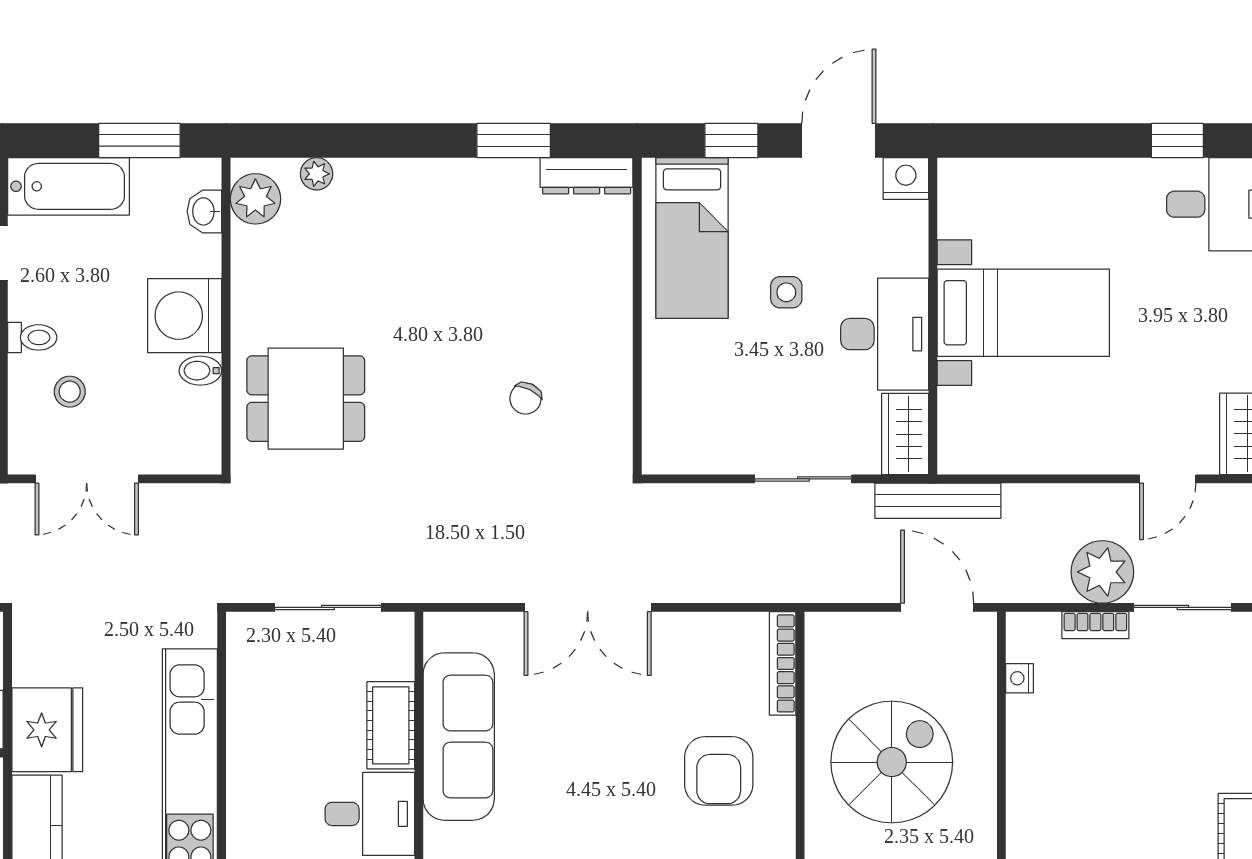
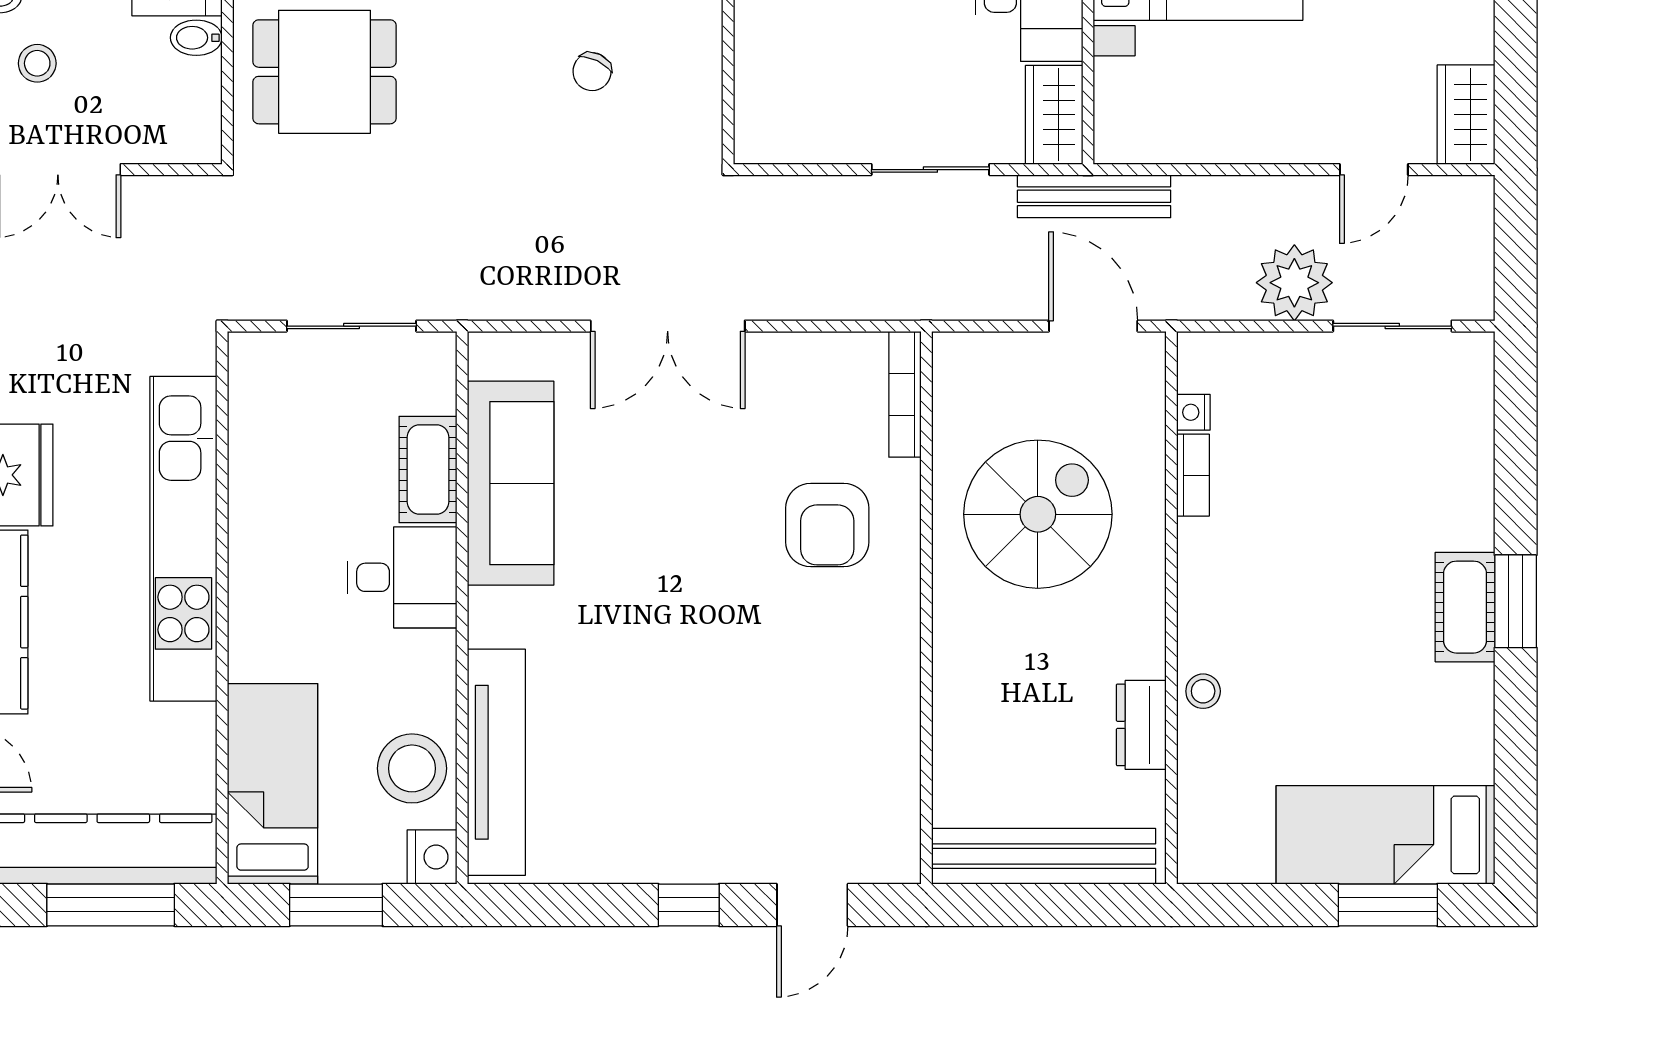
bookcase: (1095, 625) -> (1193, 475), moved, turned -90

